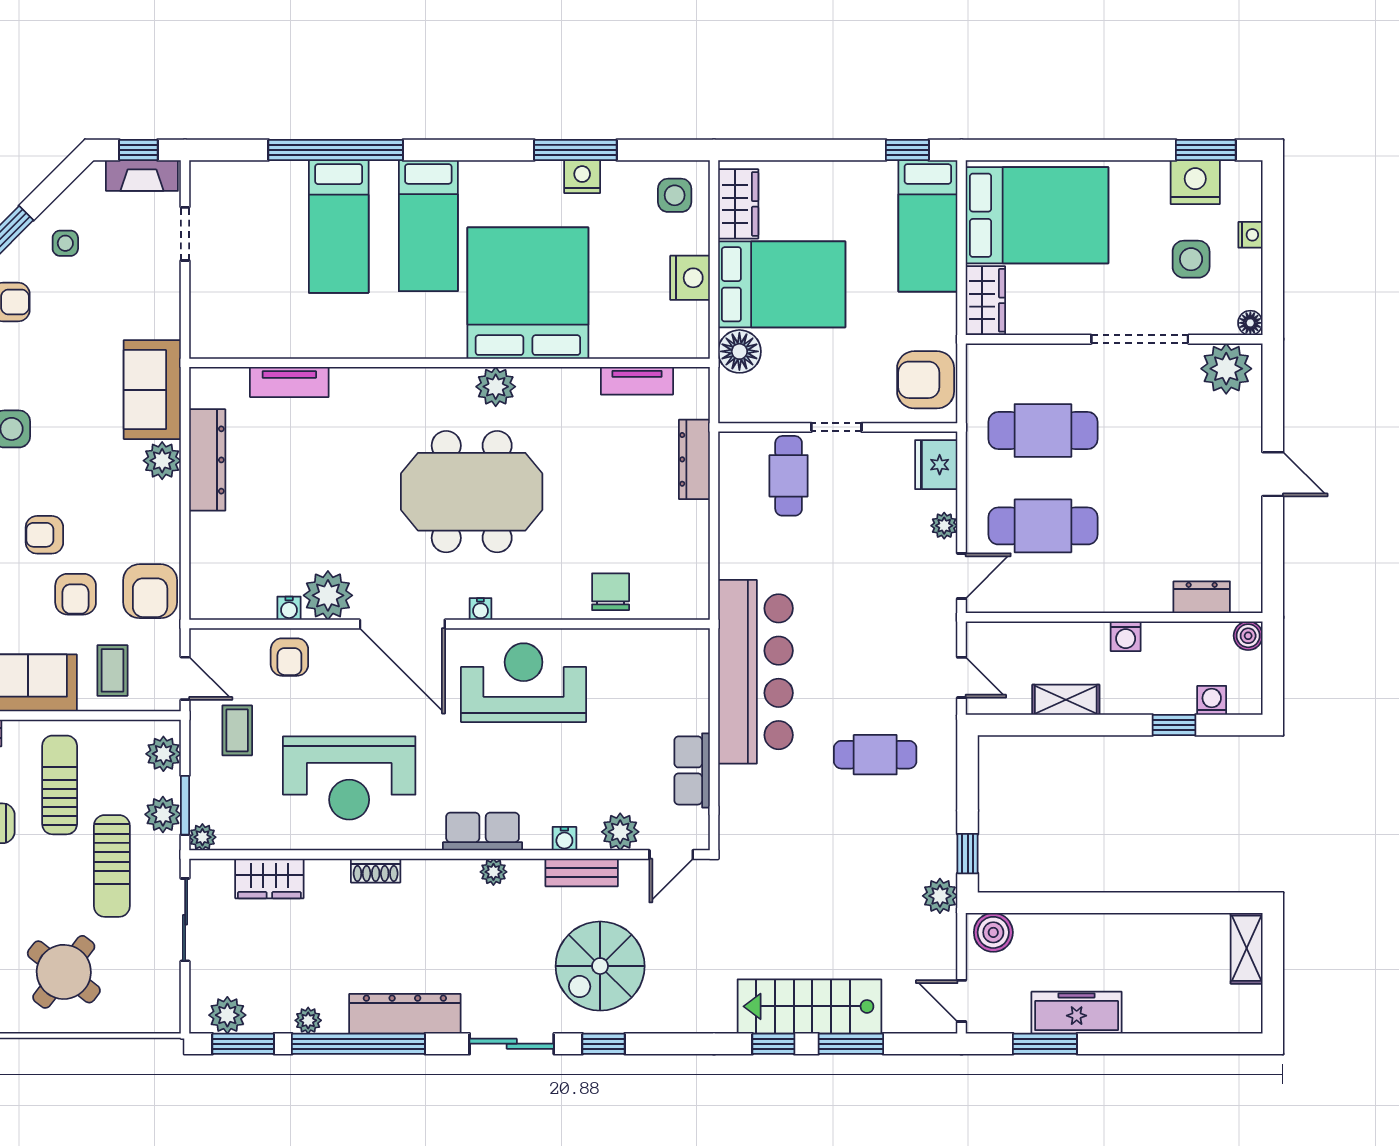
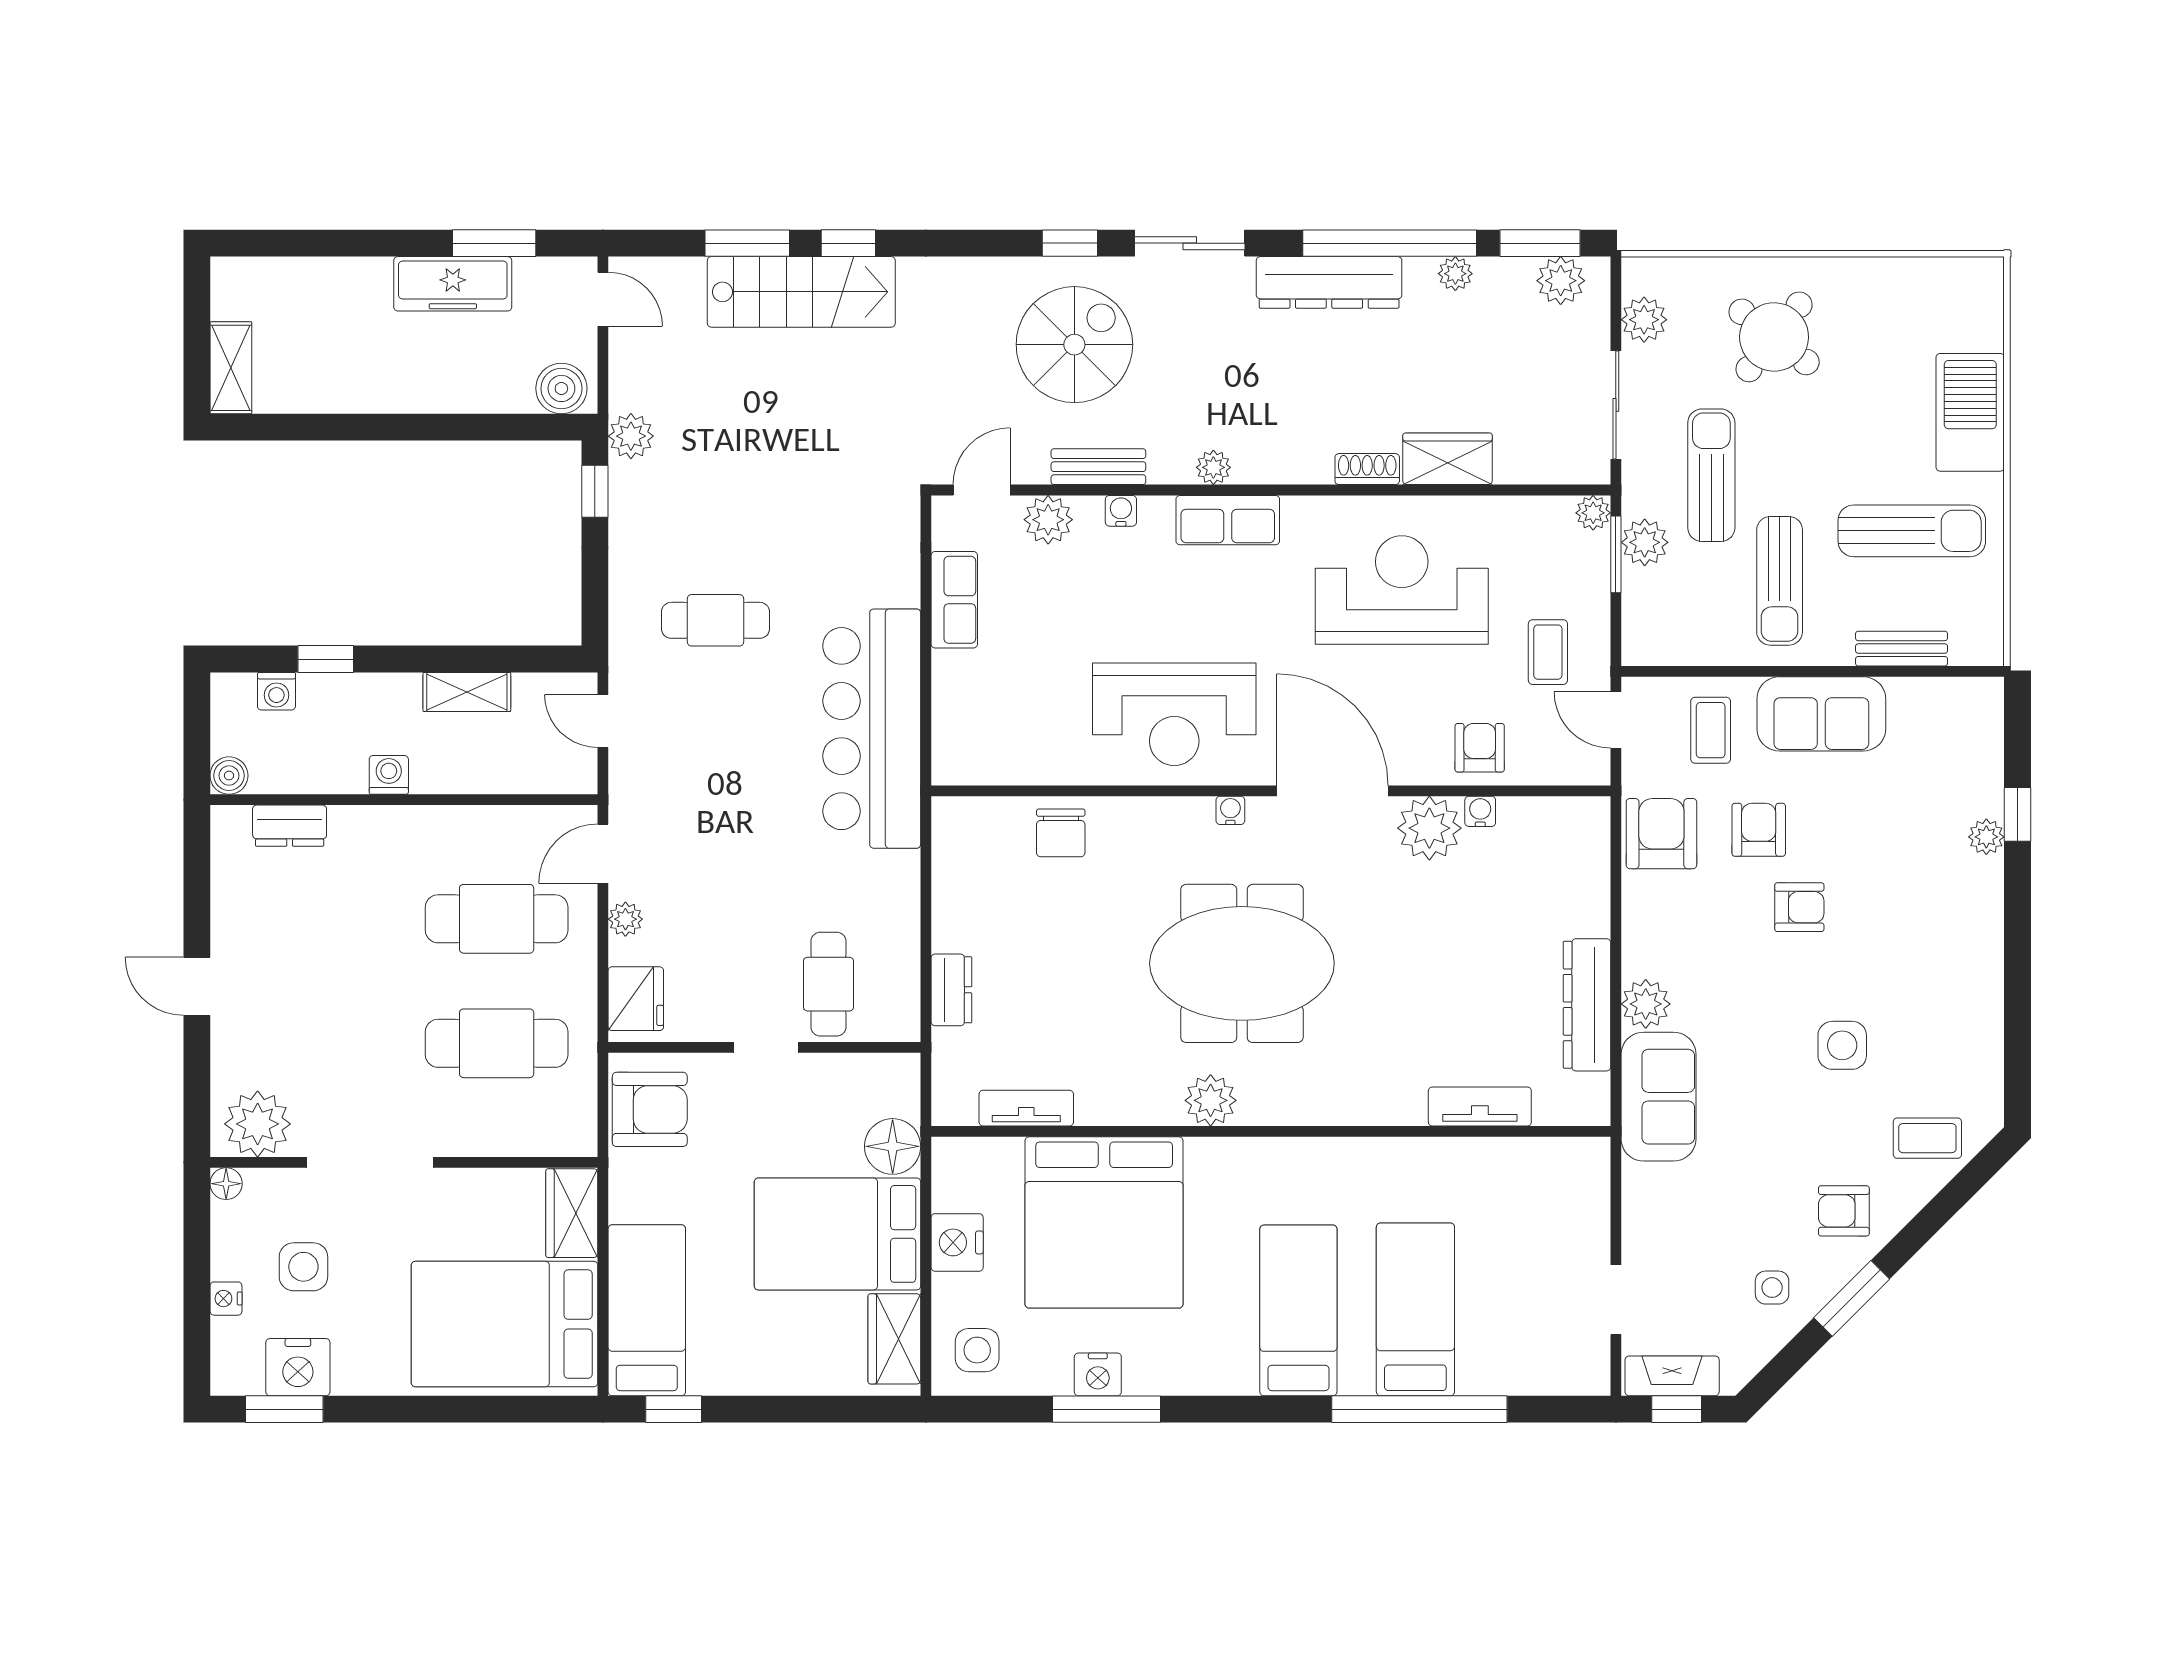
bed: (528, 293) -> (1104, 1222), moved
dresser: (694, 459) -> (951, 990), width x0.70
plant: (163, 754) -> (1644, 320), moved
wardrobe: (269, 878) -> (1448, 459), moved

